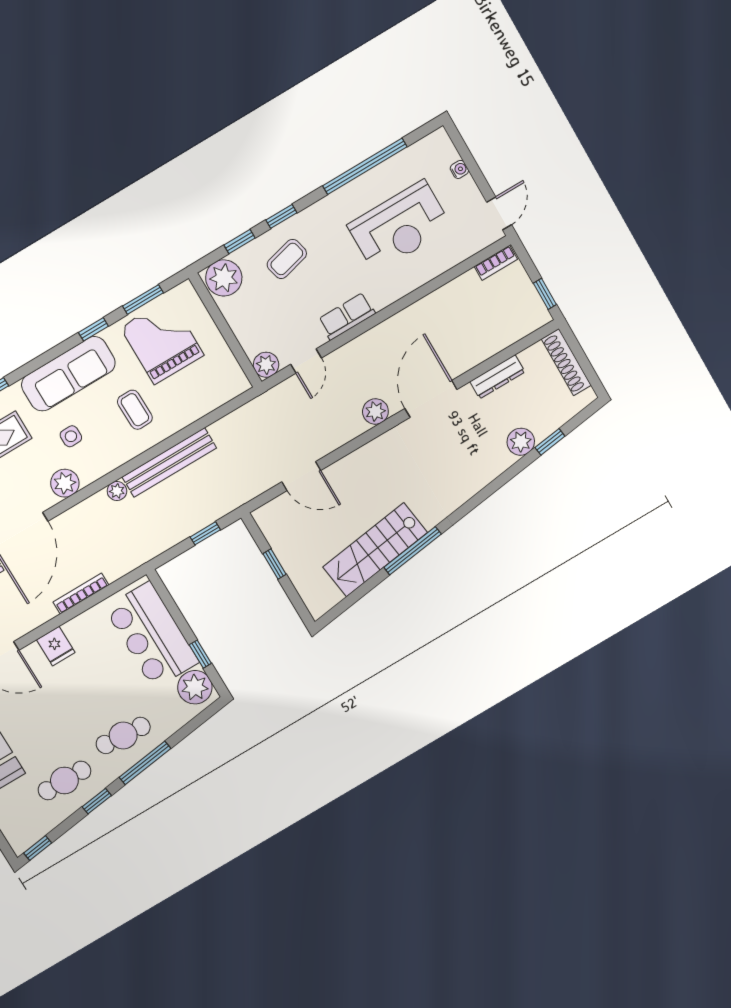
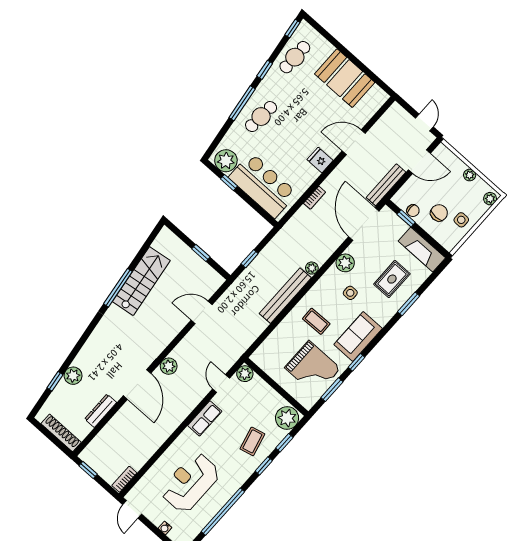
sofa: (68, 374) -> (358, 336), width x0.73
bookcase: (81, 593) -> (315, 198), width x0.64
cafe table: (64, 780) -> (295, 57), moved

